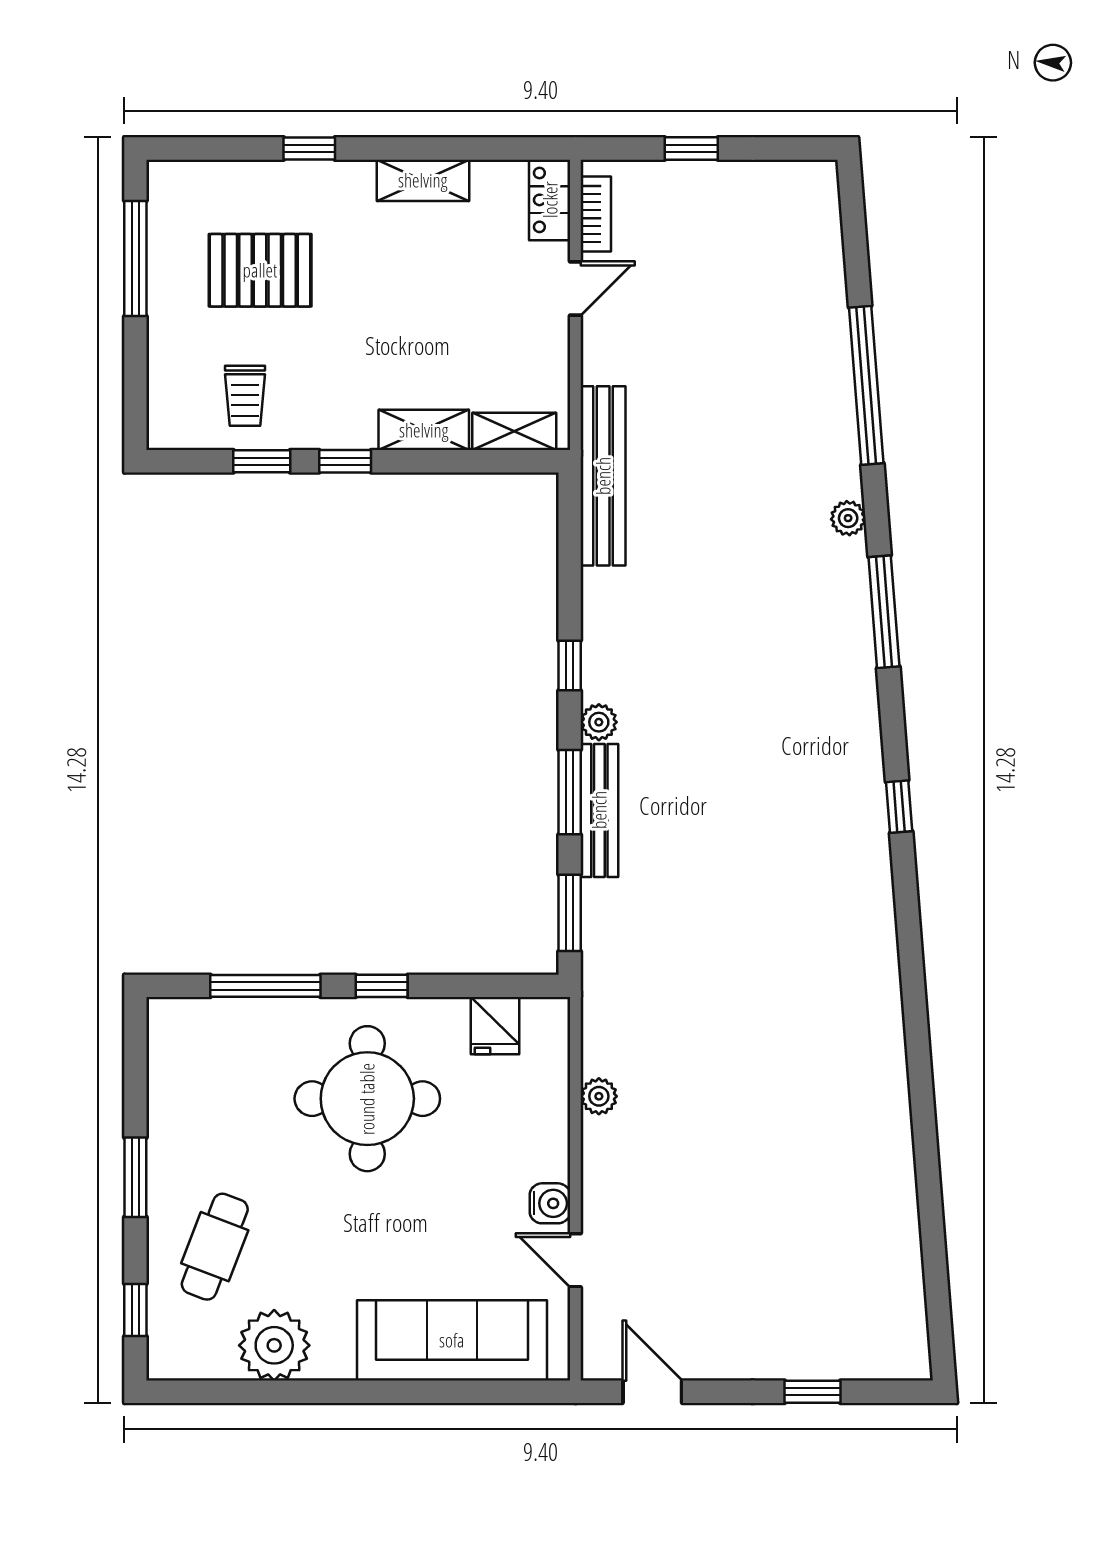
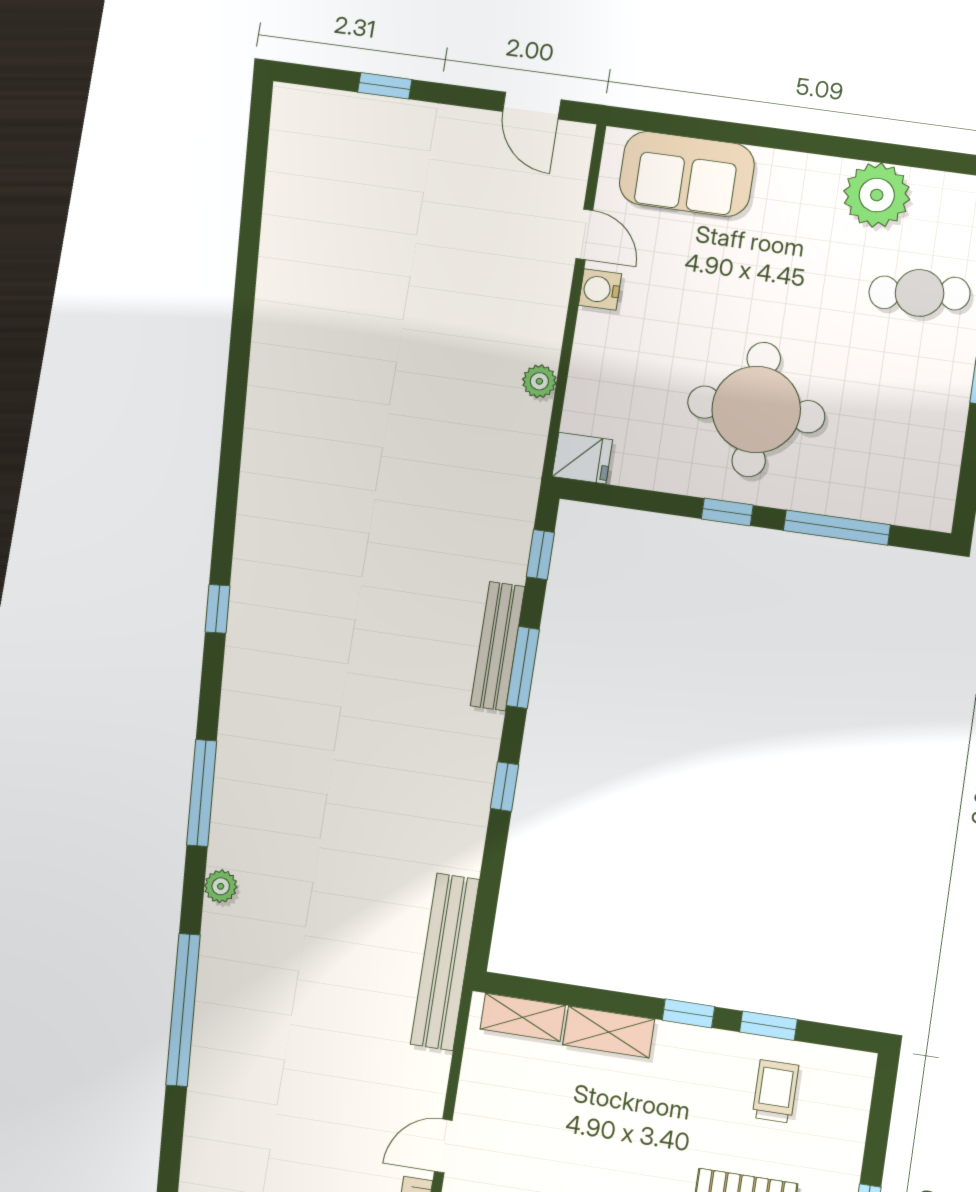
plant: (599, 722) -> (485, 729), removed
window: (570, 913) -> (540, 555), width x0.67
fridge: (495, 1026) -> (582, 458), moved, turned 90
cafe table: (215, 1247) -> (920, 293), turned 62
sofa: (452, 1340) -> (687, 174), width x0.73

